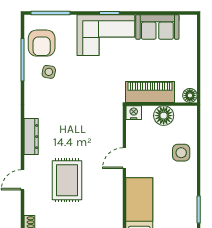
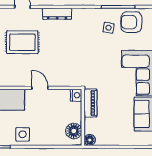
piano: (150, 92) -> (90, 103), width x0.73, depth x0.75
floor lamp: (164, 116) -> (74, 131), moved
side table: (181, 153) -> (23, 134), moved

